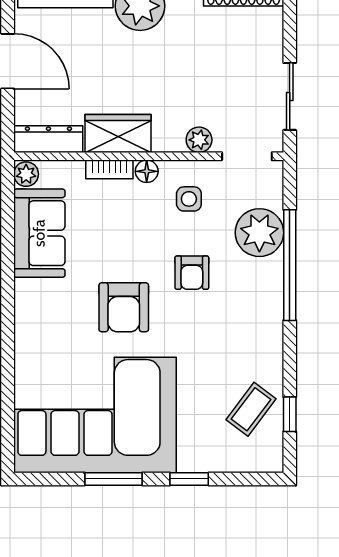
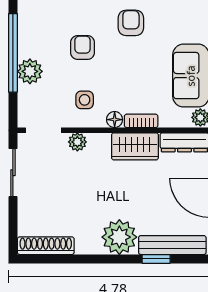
plant: (259, 233) -> (30, 71), width x0.73, depth x0.73
armchair: (124, 307) -> (131, 23), width x0.72, depth x0.72

